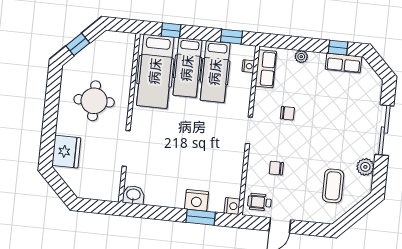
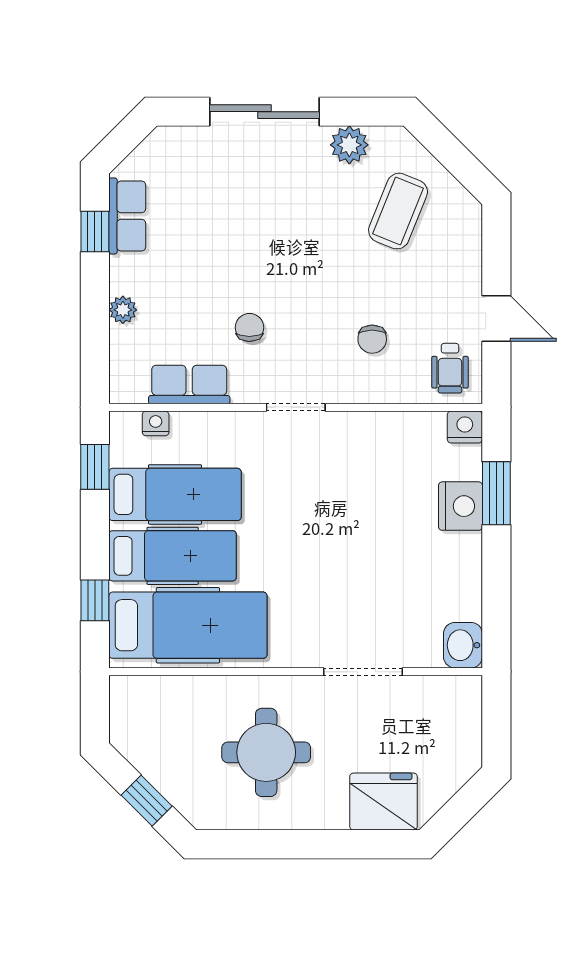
row of seats: (266, 69) -> (189, 384), moved
coffee table: (333, 186) -> (398, 211), turned -68

